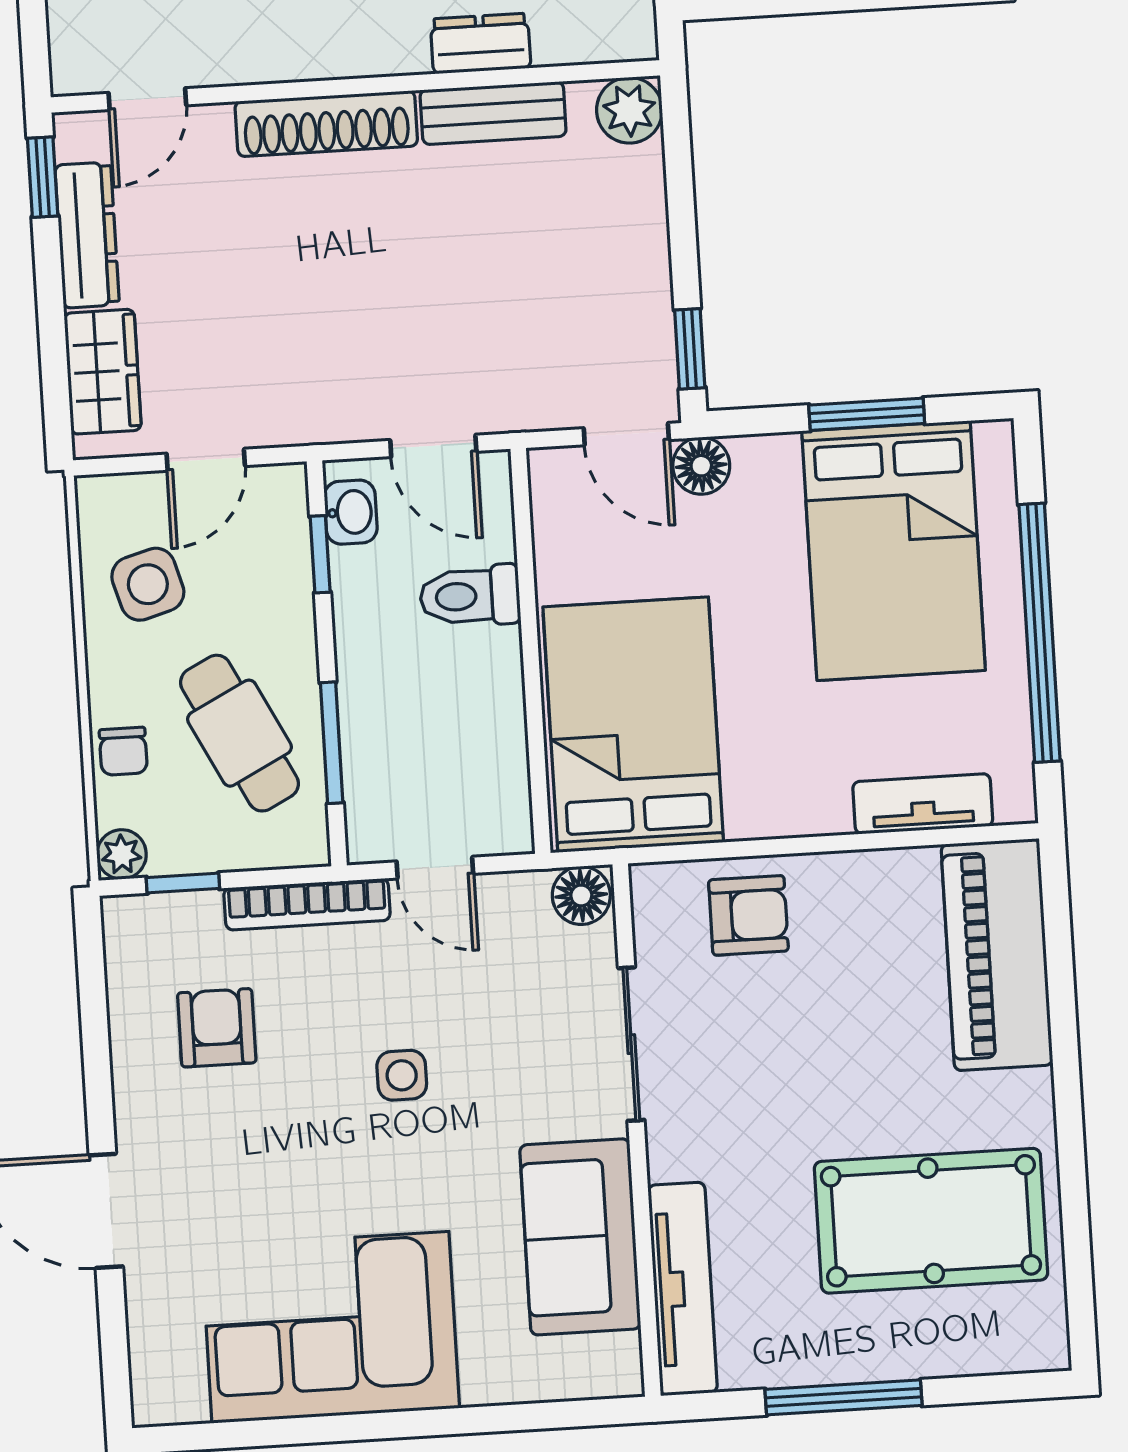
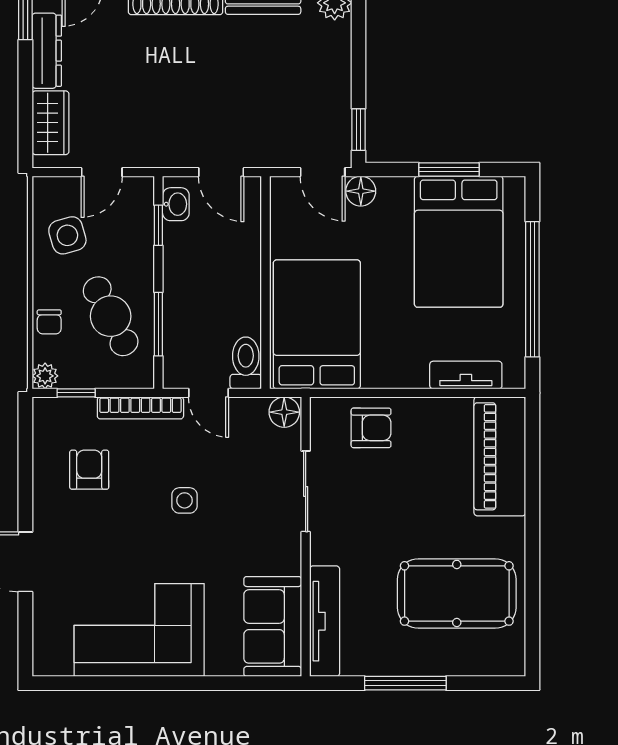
toilet: (470, 596) -> (246, 363), moved, turned 90
sofa: (580, 1237) -> (273, 626), moved

